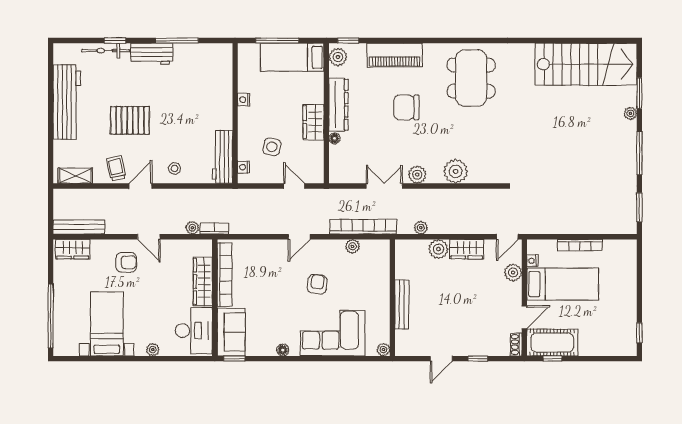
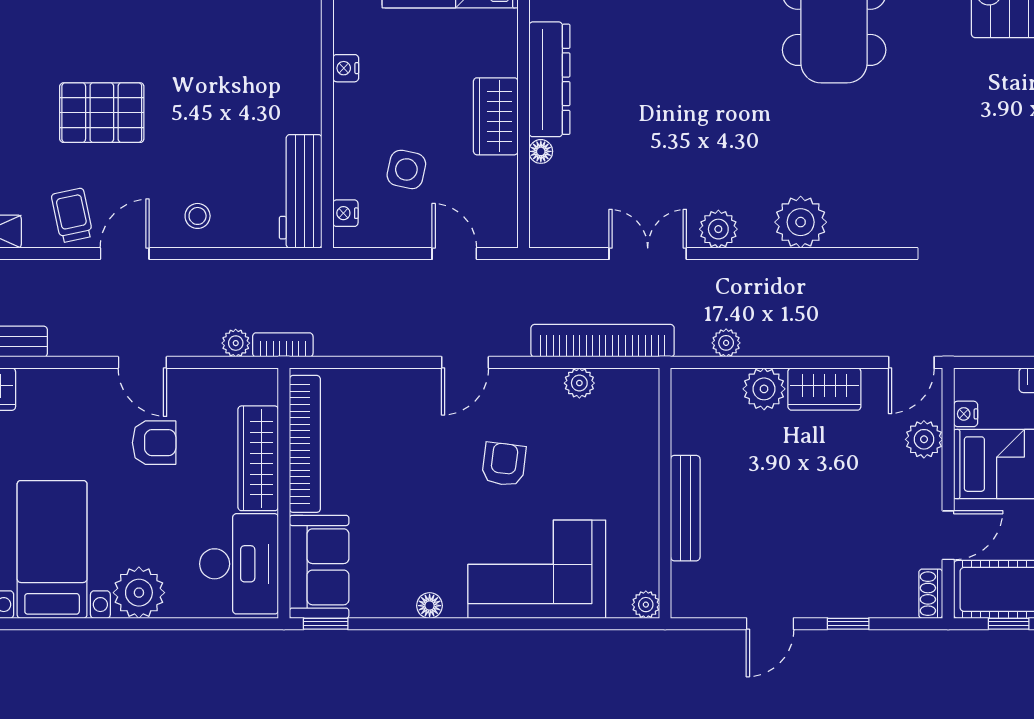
chair: (406, 107) -> (695, 85), removed
armchair: (126, 262) -> (154, 443), moved
plant: (153, 350) -> (139, 593), width x1.88, depth x1.88

